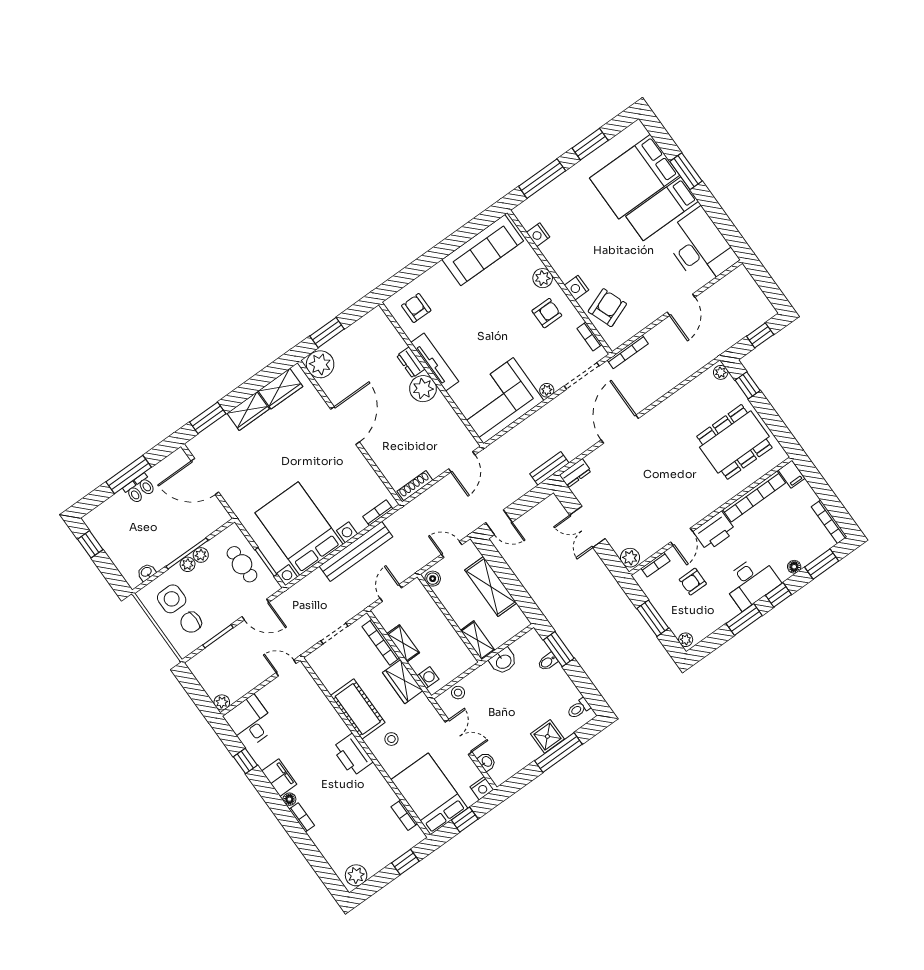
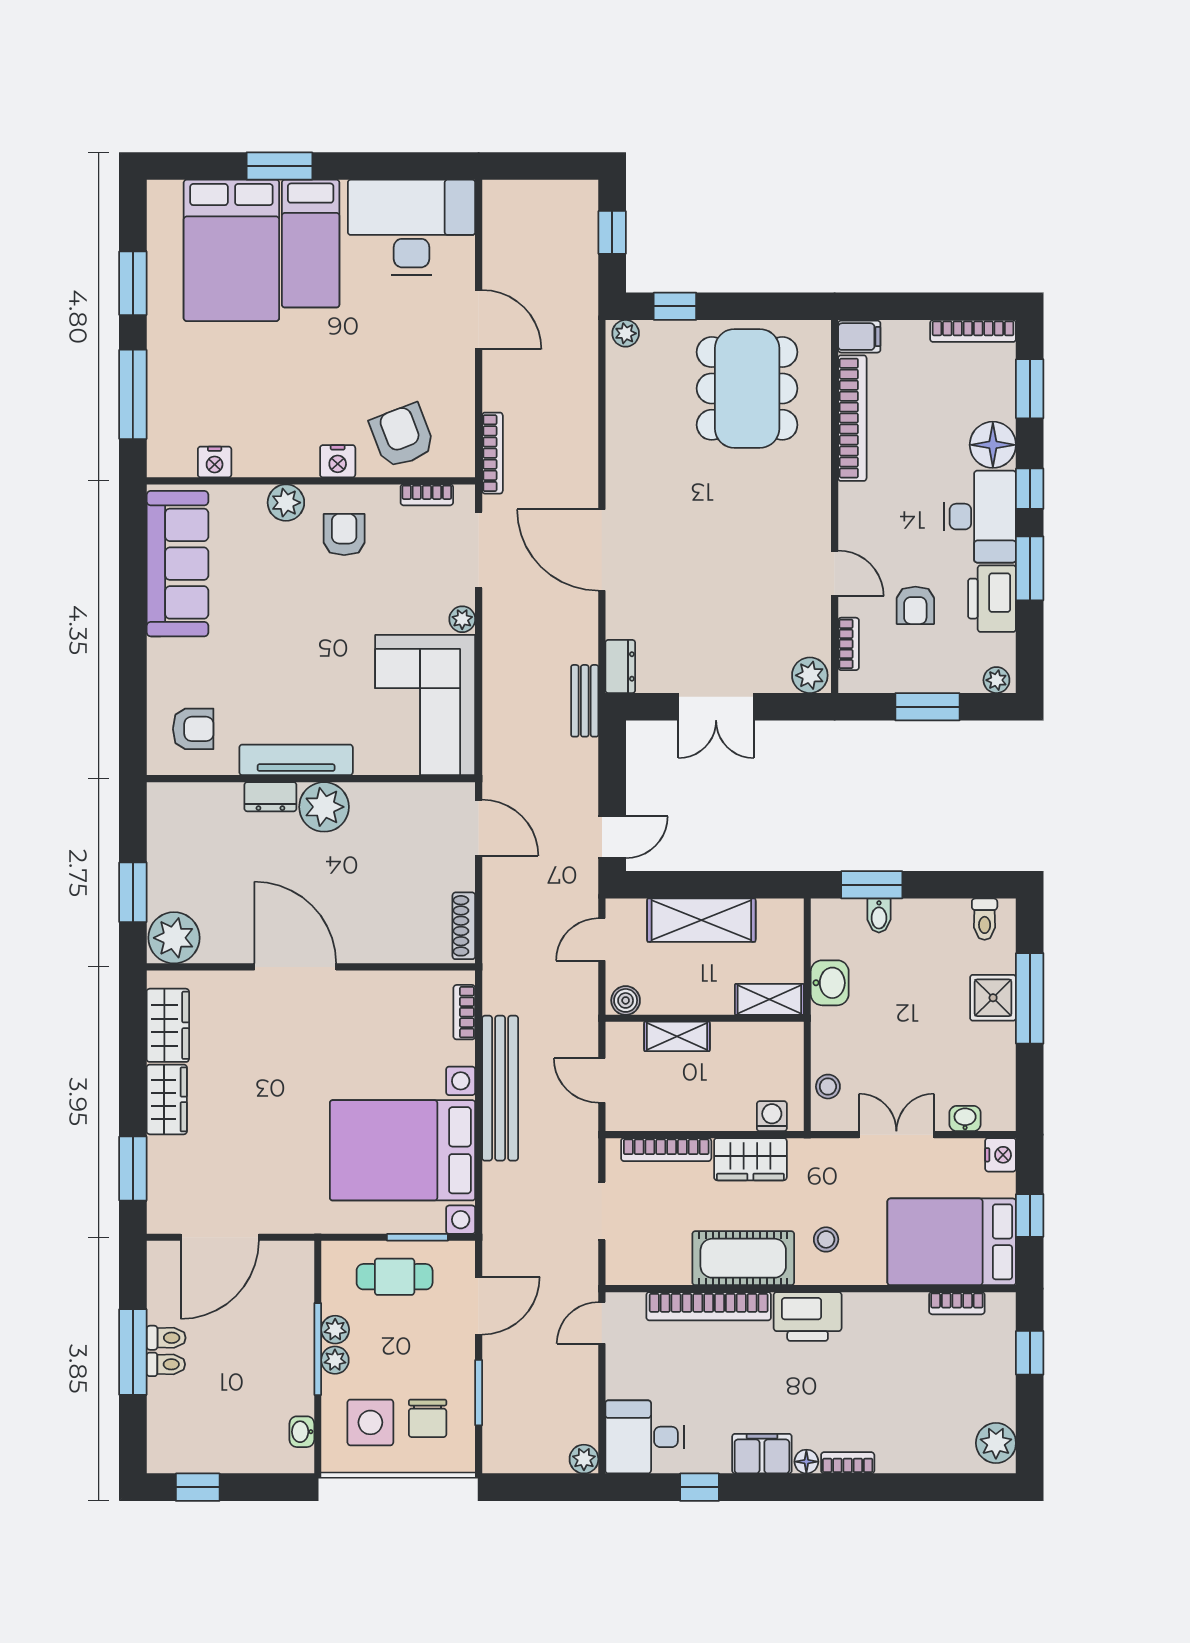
armchair: (416, 308) -> (193, 729), turned 180
printer: (714, 531) -> (992, 599), moved, turned 180
floor lamp: (794, 567) -> (993, 445), width x1.89, depth x1.89
shelving: (403, 643) -> (677, 1036), moved
bookcase: (326, 709) -> (709, 1306), added

